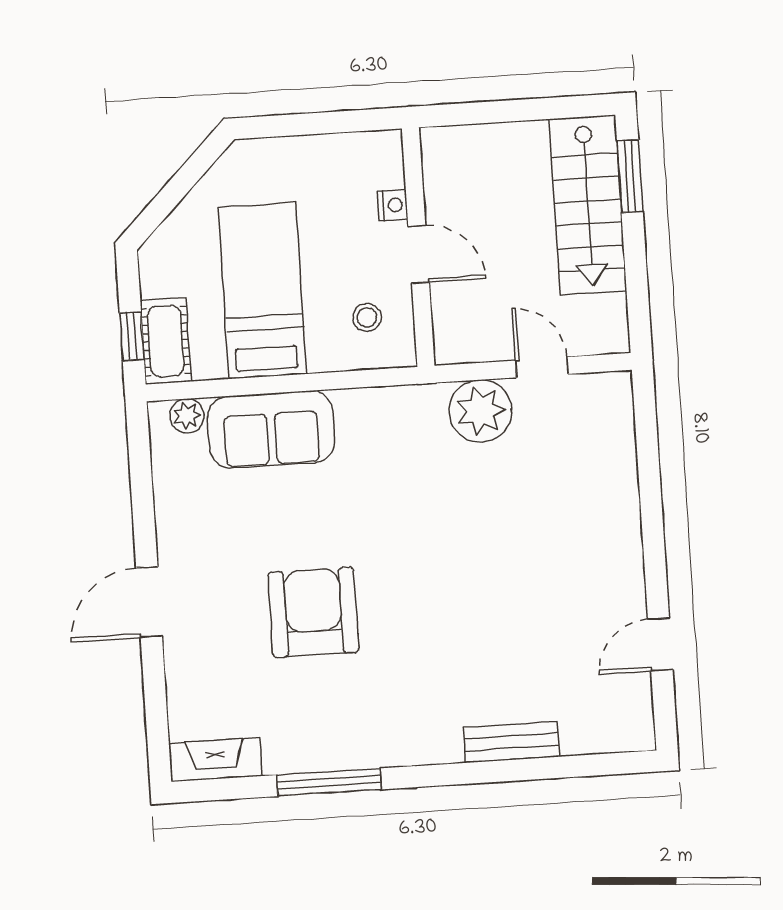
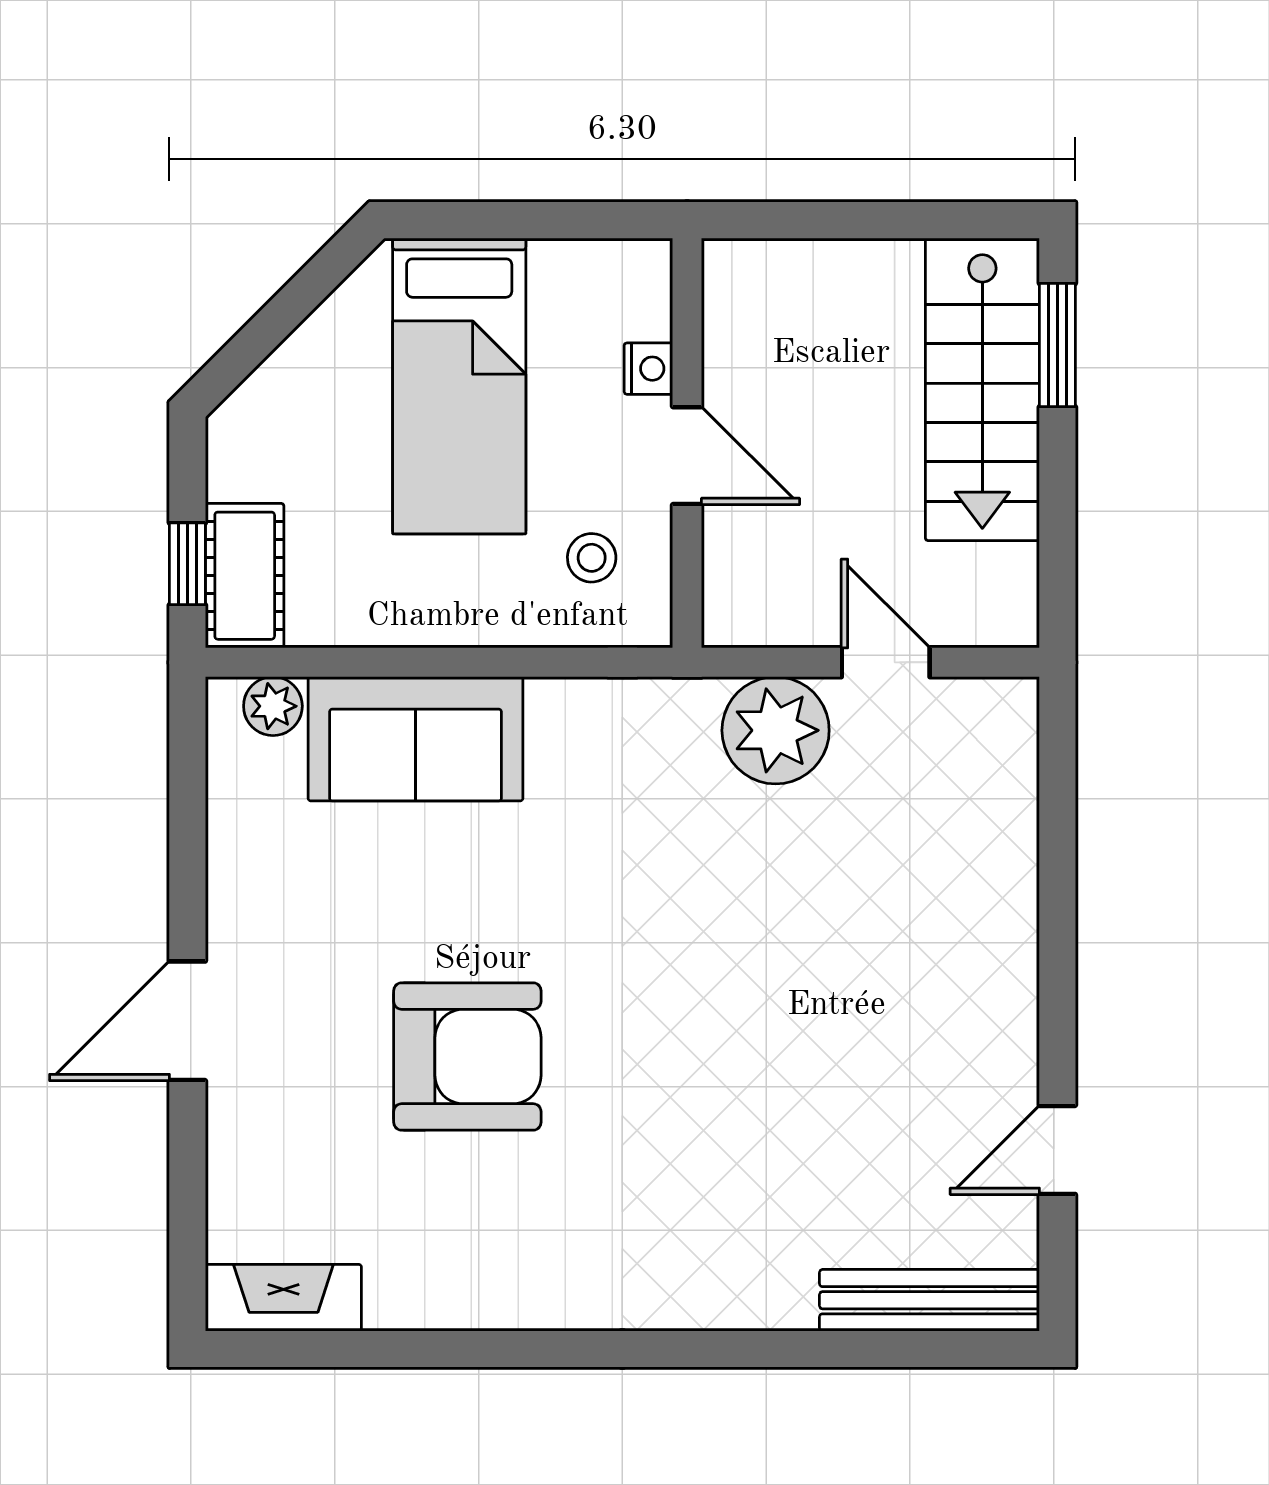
bed: (262, 290) -> (459, 386), moved, turned 180
armchair: (313, 612) -> (467, 1056), turned 90
bench: (511, 742) -> (929, 1300), moved, width x1.36
window: (329, 782) -> (475, 1349), removed

